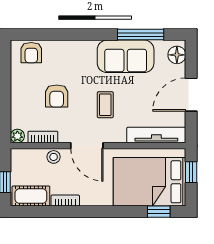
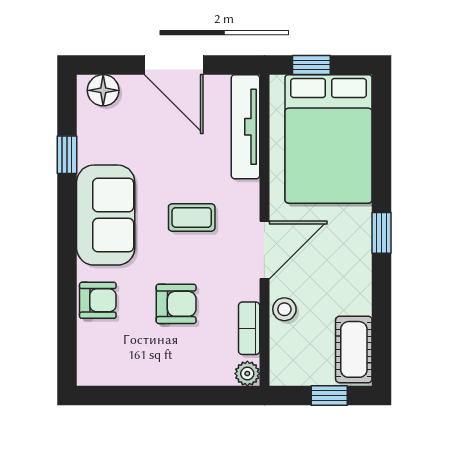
window: (141, 35) -> (67, 155), width x0.46
armchair: (31, 53) -> (98, 300), moved
sofa: (126, 56) -> (106, 215), moved
bookcase: (65, 201) -> (362, 289), removed
window: (159, 212) -> (382, 233), moved

